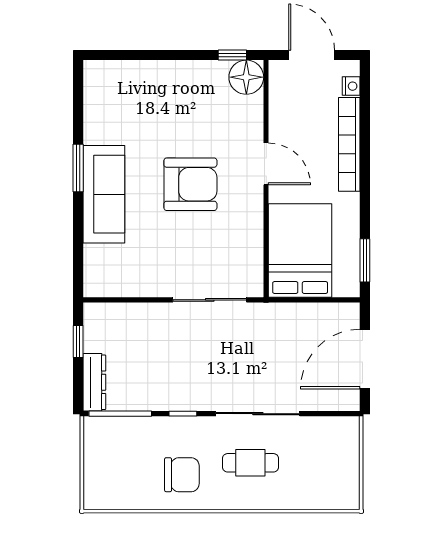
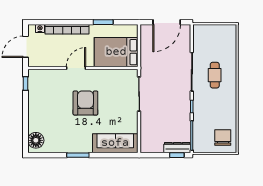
floor lamp: (246, 77) -> (36, 140), moved
sofa: (104, 194) -> (115, 143), moved
window: (365, 260) -> (103, 22), moved
window: (78, 341) -> (177, 155), moved
door: (365, 359) -> (167, 22), hinge flipped
chair: (182, 475) -> (223, 138), moved

